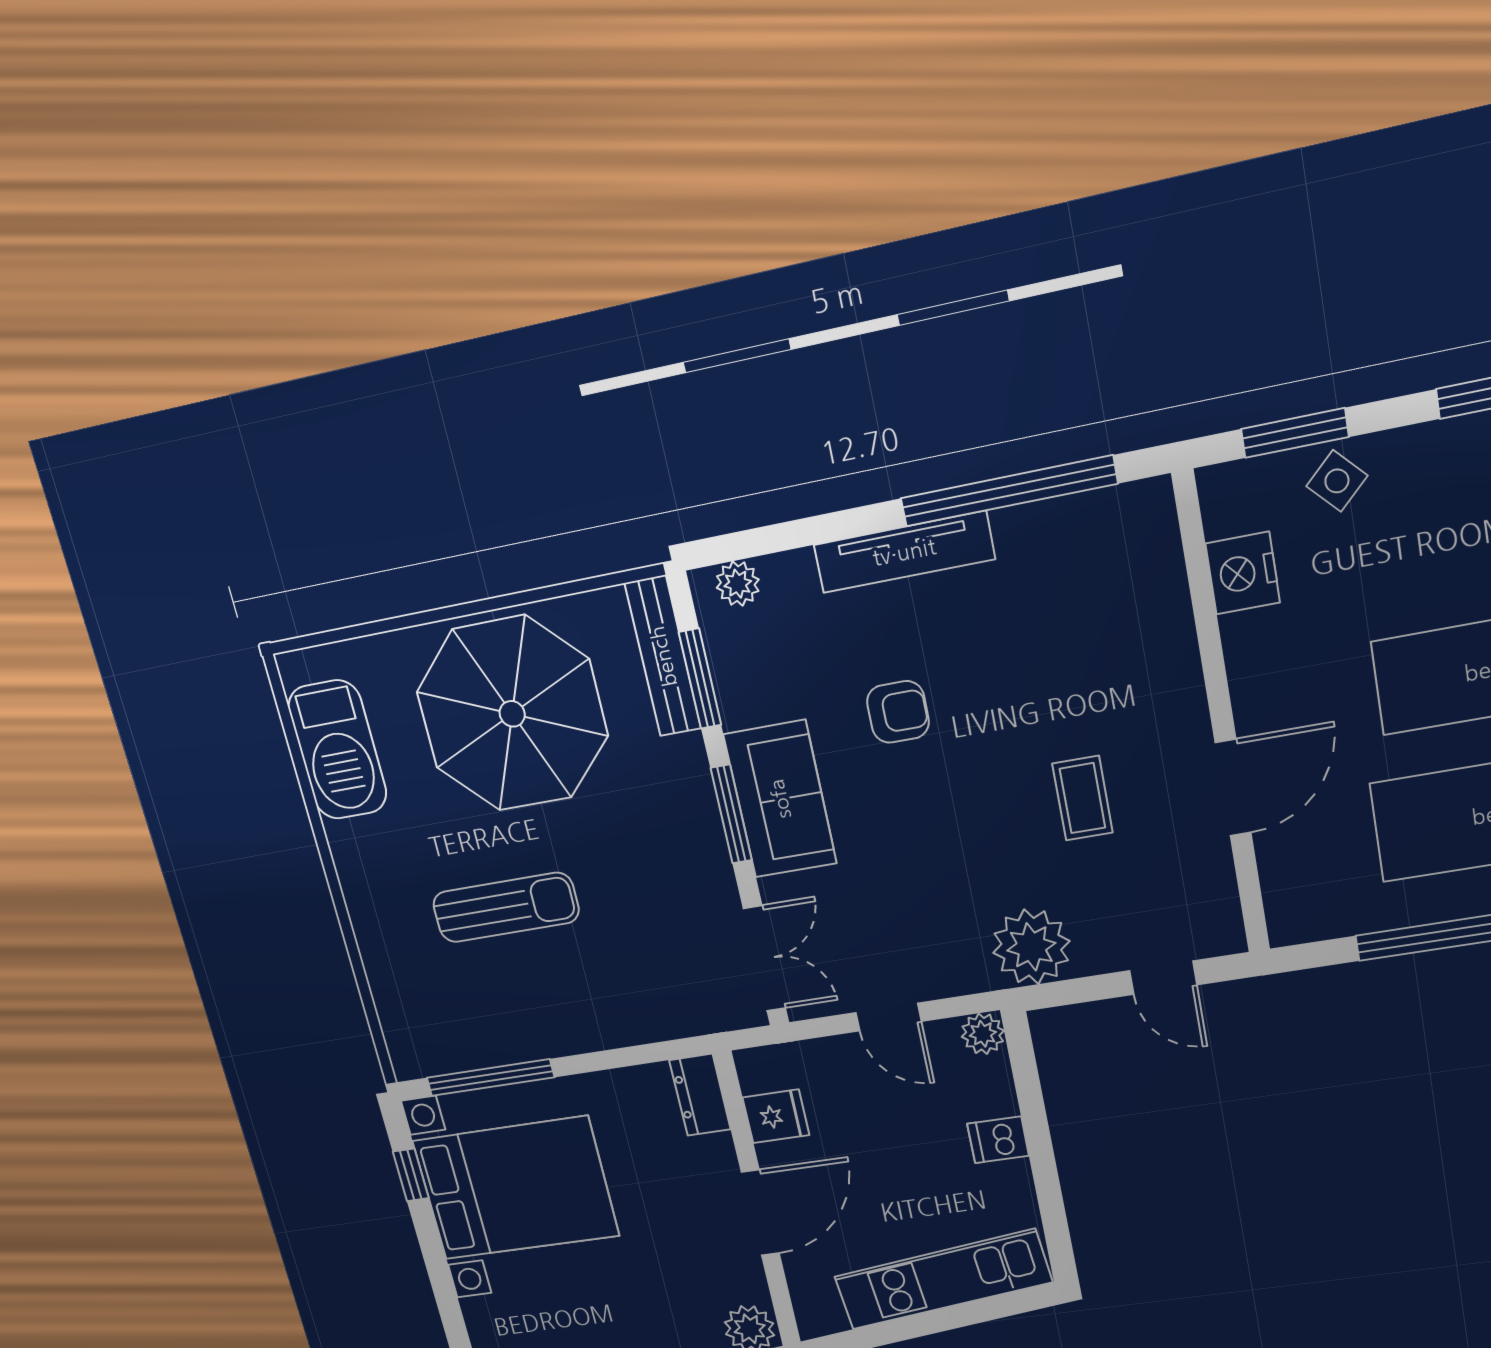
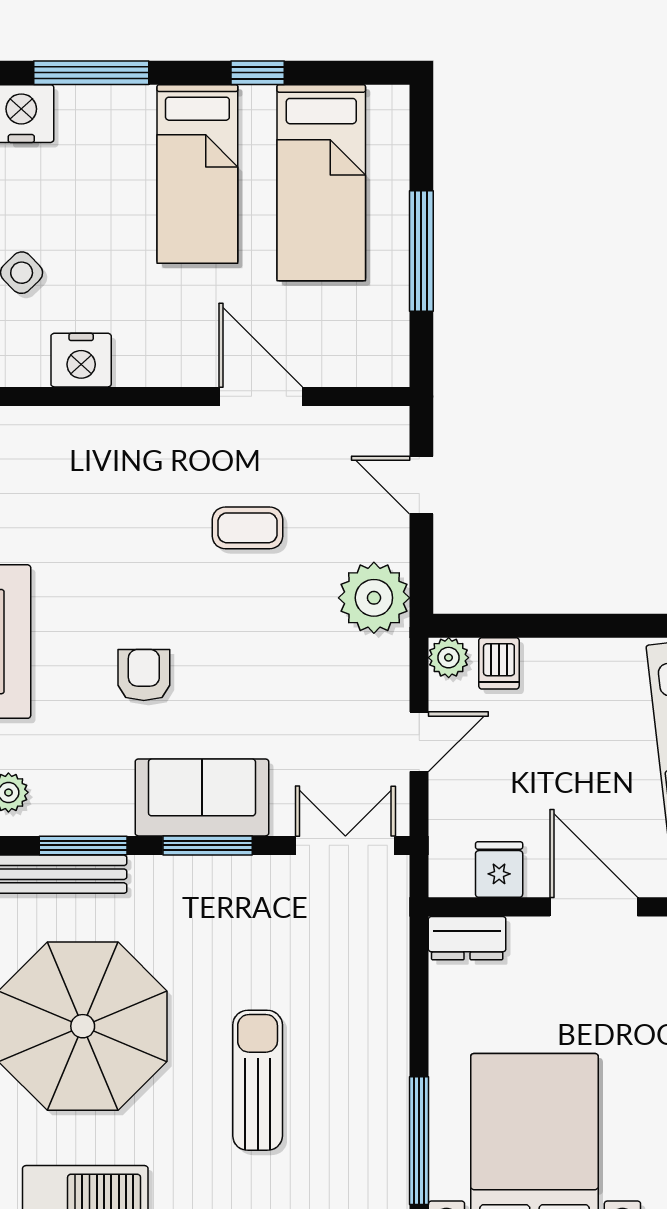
door: (1163, 978) -> (421, 485), swing flipped
dishwasher: (998, 1140) -> (499, 663), moved

